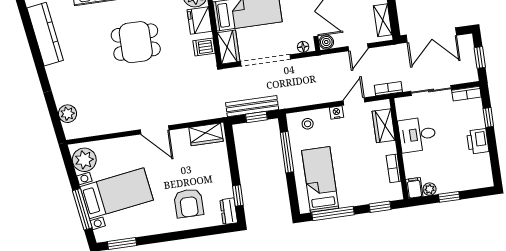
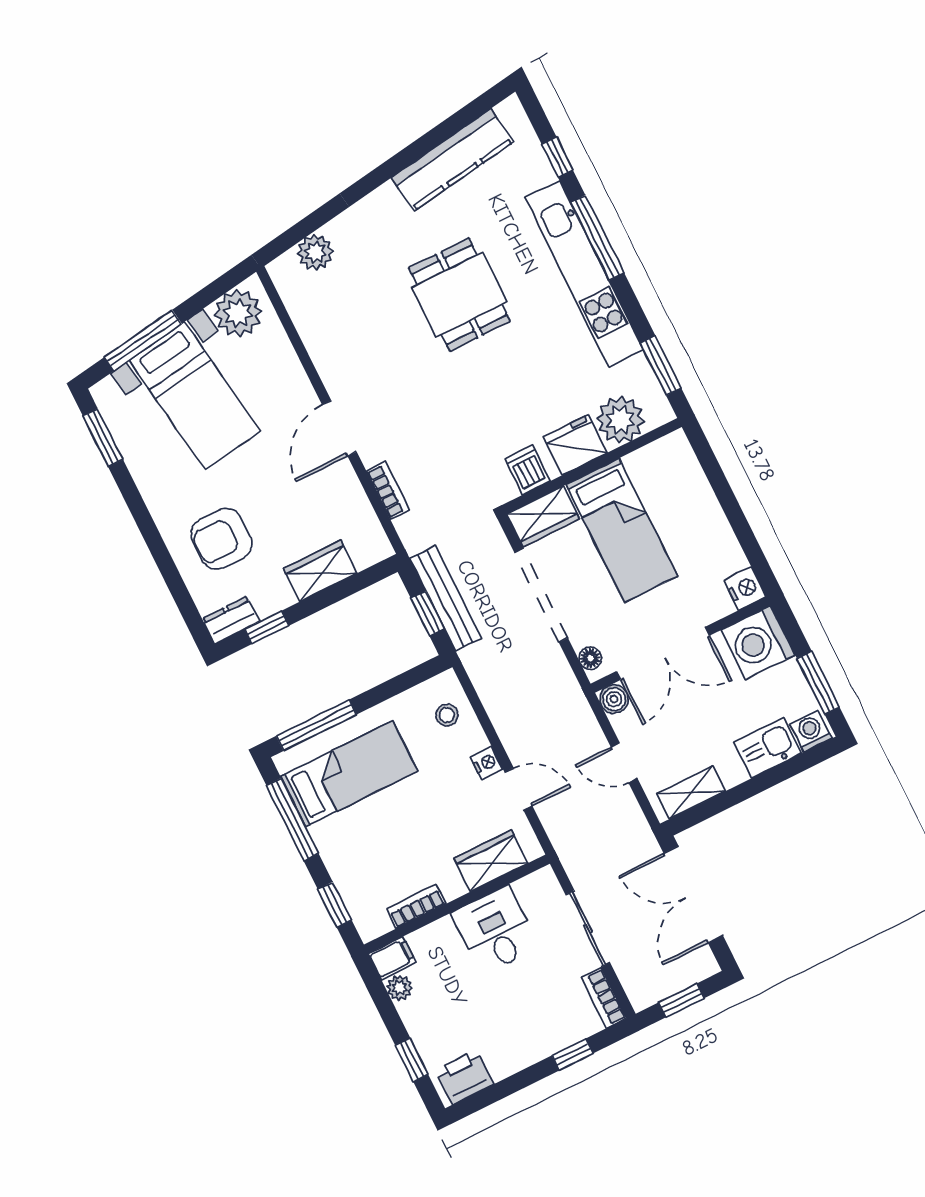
dining table: (136, 42) -> (459, 295), moved
bookcase: (388, 89) -> (388, 490), moved
wardrobe: (206, 134) -> (320, 571), moved, turned 90
printer: (478, 141) -> (464, 1077), moved
window: (287, 152) -> (316, 725), moved
window: (449, 197) -> (412, 1060), moved

